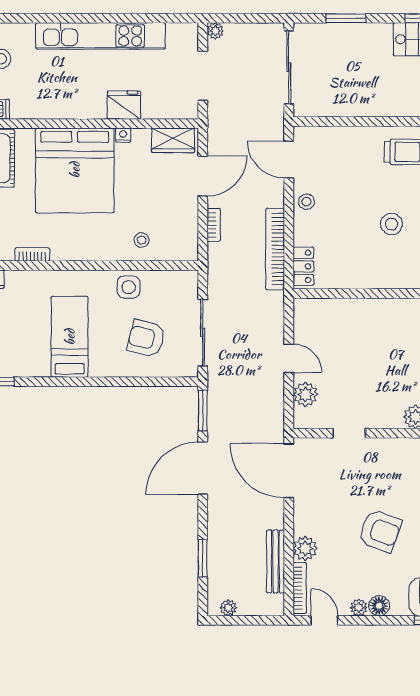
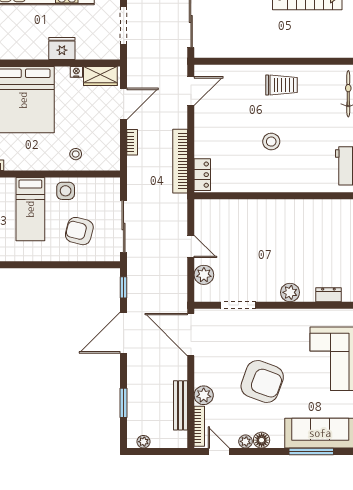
nightstand: (123, 135) -> (76, 72), moved
door: (289, 160) -> (191, 91), swing flipped
stool: (306, 202) -> (205, 124), removed
bed: (70, 337) -> (30, 209), moved, turned 180
window: (203, 411) -> (124, 287), width x0.67
doorway: (349, 433) -> (238, 305), width x1.38
armchair: (380, 531) -> (262, 382), width x1.36, depth x1.36

